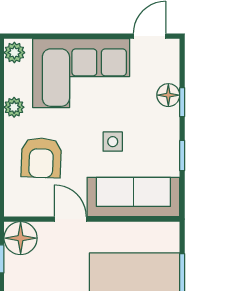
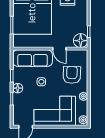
floor lamp: (168, 95) -> (18, 88), moved

